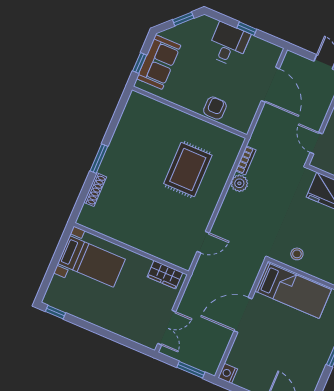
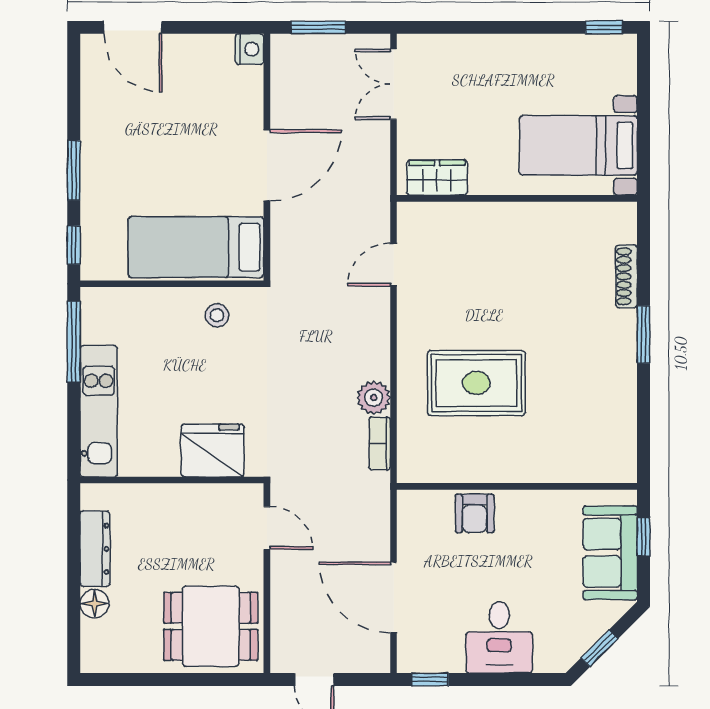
window: (247, 29) -> (430, 680), moved
rug: (188, 169) -> (476, 383), turned 90

